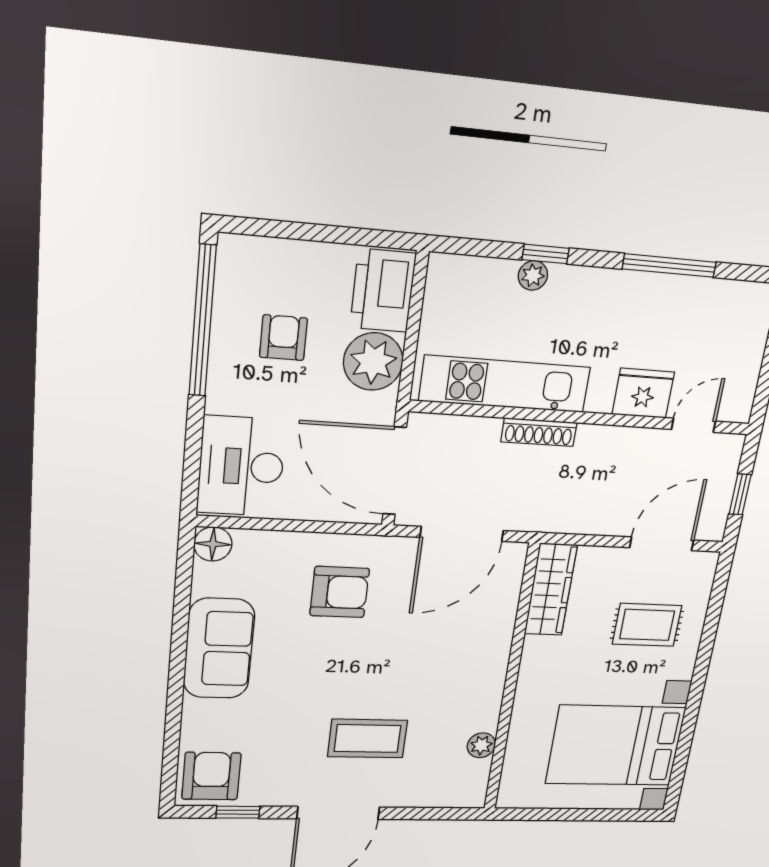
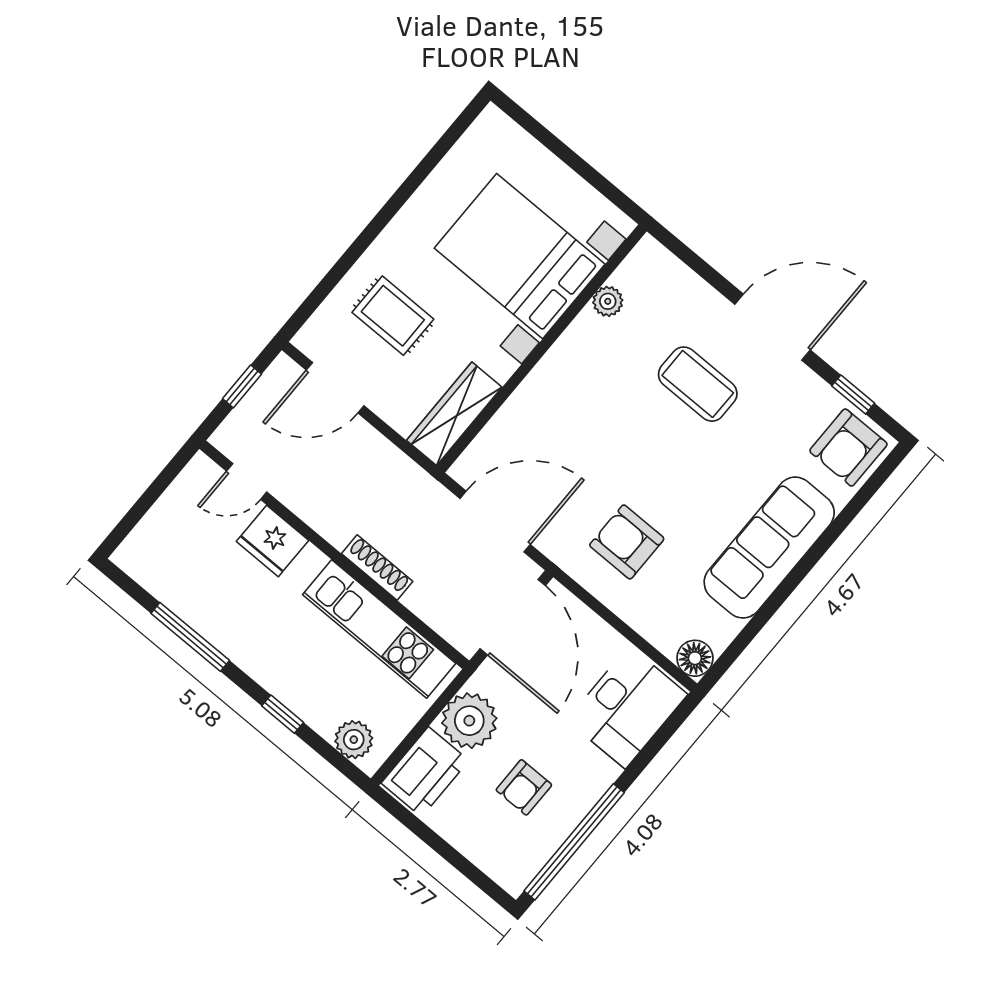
plant: (533, 275) -> (354, 740), moved, width x1.38, depth x1.38
sofa: (219, 649) -> (769, 548), width x1.36
bed with nightstands: (616, 746) -> (520, 256), moved, turned 180

